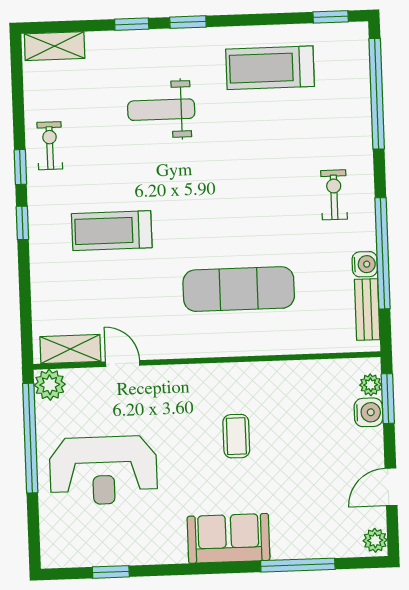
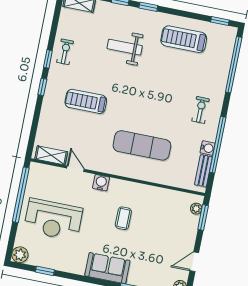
plant: (50, 385) -> (20, 255), moved
water cooler: (368, 412) -> (101, 183), moved, turned -90

